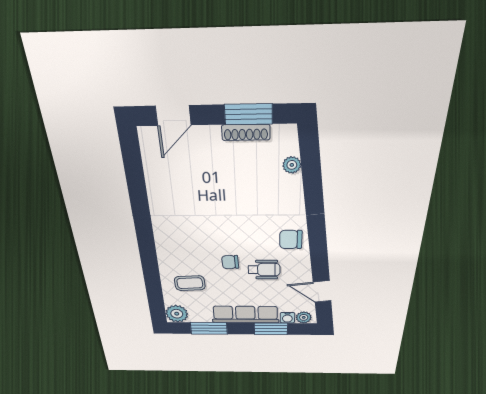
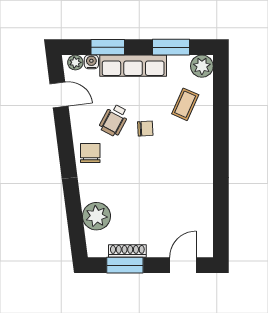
plant: (292, 165) -> (96, 216), width x1.87, depth x1.87
chair: (291, 239) -> (90, 153), turned -90
wheelchair: (264, 270) -> (114, 120), turned -62
coffee table: (190, 283) -> (185, 104), turned -63

